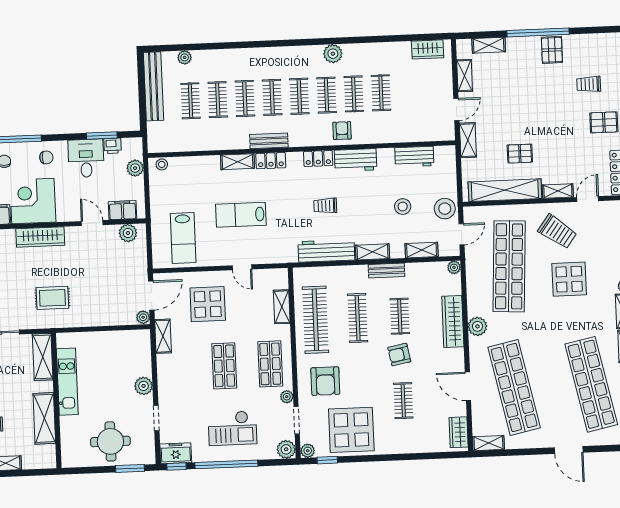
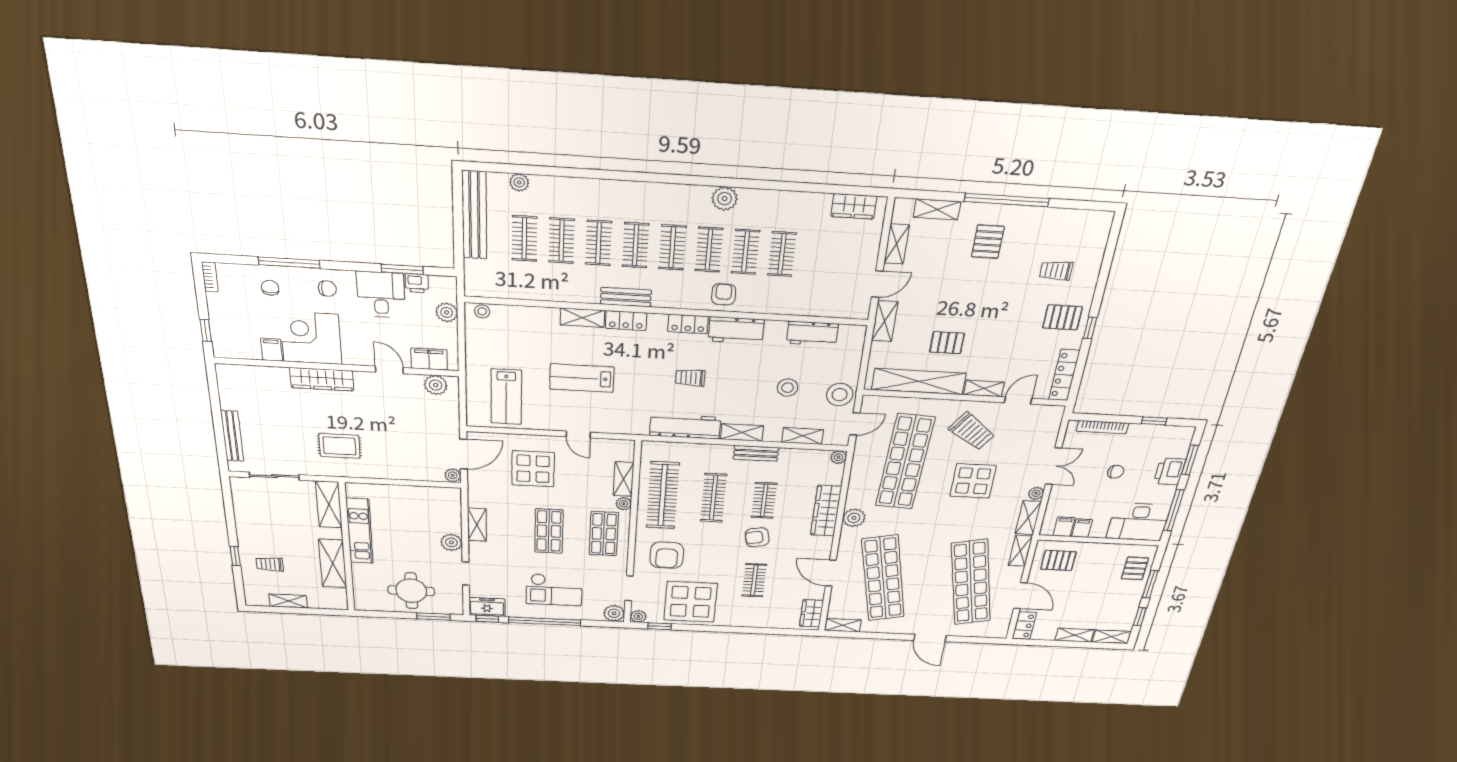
pallet: (552, 50) -> (988, 242), moved
shelving: (163, 336) -> (477, 525), moved
plant: (287, 397) -> (624, 504), moved

